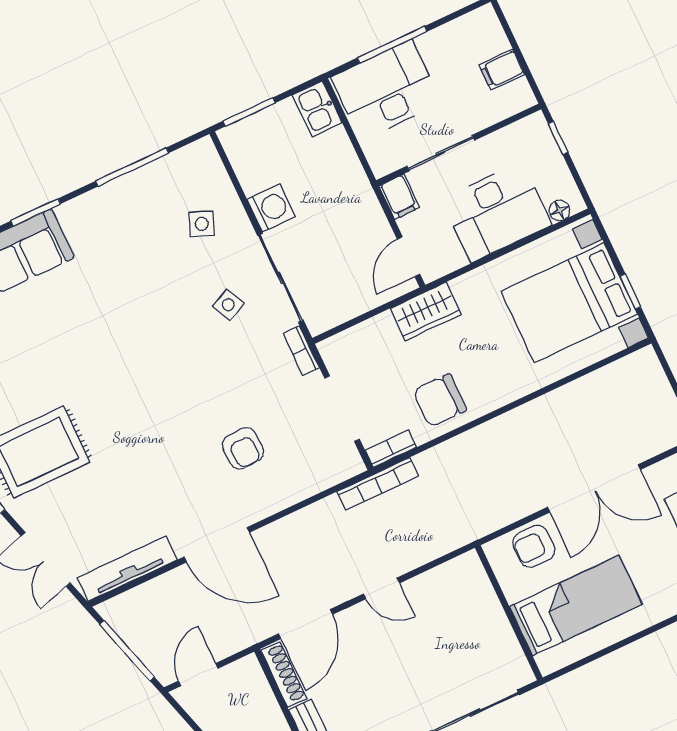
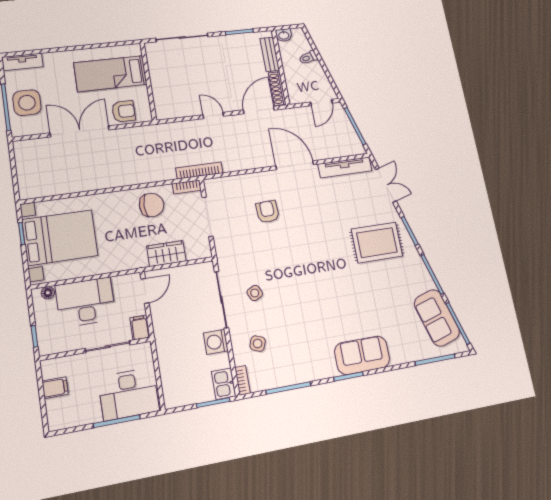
kitchen sink: (317, 109) -> (224, 384), moved, turned 180
wardrobe: (426, 311) -> (166, 254), moved
bookcase: (301, 351) -> (243, 380), moved

